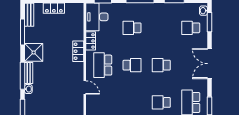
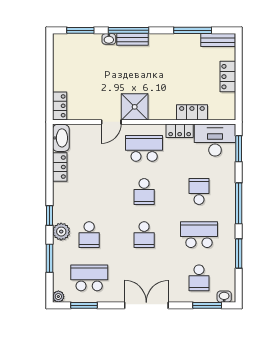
school desk: (161, 28) -> (199, 235), added
school desk: (191, 28) -> (199, 278), turned 180
locker: (78, 51) -> (192, 112), moved
shower: (34, 52) -> (135, 107), moved
school desk: (161, 65) -> (144, 235), turned 180
school desk: (161, 102) -> (89, 235), turned 180

